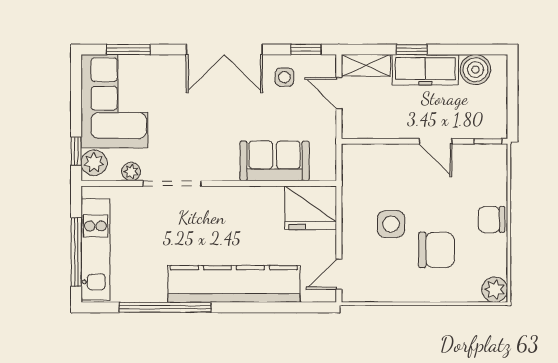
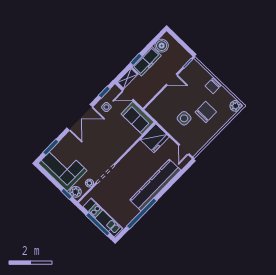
sofa: (275, 161) -> (138, 118), moved, turned -90

